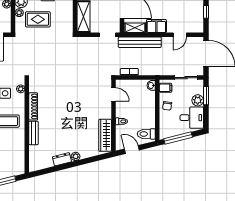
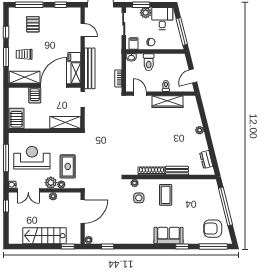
filing cabinet: (156, 26) -> (74, 57), width x0.50
door: (113, 94) -> (140, 94), hinge flipped
toilet: (146, 134) -> (149, 62), moved
wardrobe: (105, 135) -> (167, 102), moved
dresser: (62, 159) -> (206, 160), moved

